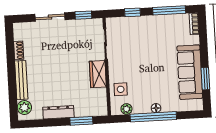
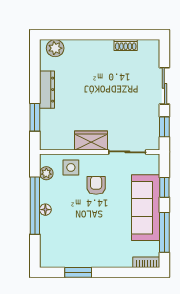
armchair: (134, 68) -> (96, 185), added
sofa: (190, 72) -> (146, 208), moved, turned -90
bench: (21, 80) -> (89, 46), removed

